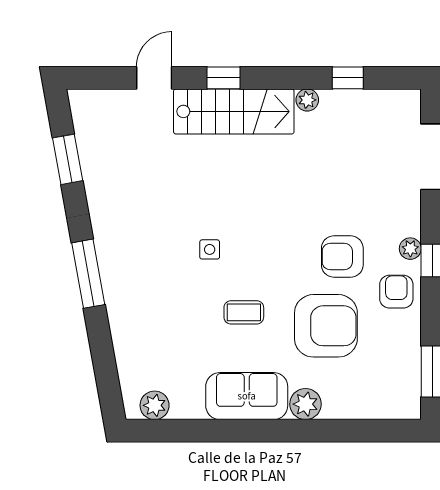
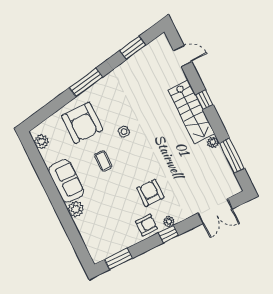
door: (154, 78) -> (183, 56), moved
window: (348, 78) -> (232, 156), width x2.17
armchair: (326, 326) -> (82, 123), moved

